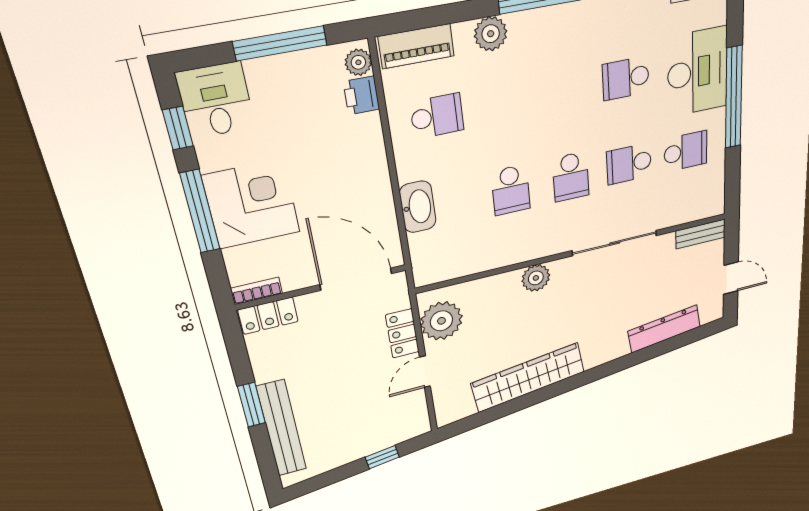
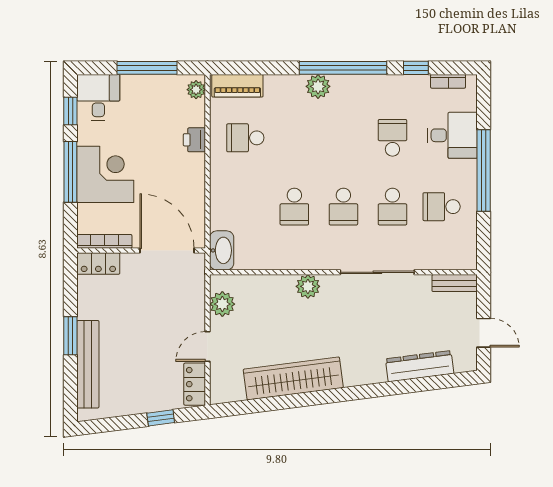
plant: (491, 34) -> (318, 86), moved
desk: (698, 72) -> (452, 135), width x0.73
school desk: (626, 78) -> (392, 138), turned 90
printer: (361, 95) -> (194, 140), moved
school desk: (437, 116) -> (245, 138), turned 180
school desk: (686, 151) -> (442, 207), turned 180
school desk: (629, 164) -> (392, 207), turned -90
washbasin: (418, 207) -> (222, 250), moved
bookcase: (257, 291) -> (104, 241), width x1.56
plant: (441, 321) -> (222, 304), width x0.73, depth x0.73
locker: (402, 333) -> (195, 384), moved

